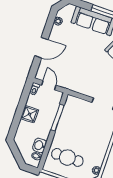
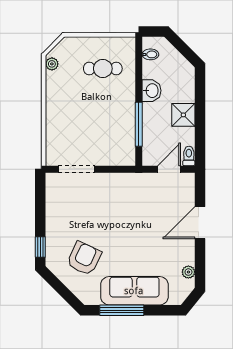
door: (49, 85) -> (169, 169), swing flipped
washbasin: (40, 145) -> (152, 91), moved
cafe table: (67, 157) -> (103, 69), width x0.73, depth x0.74

